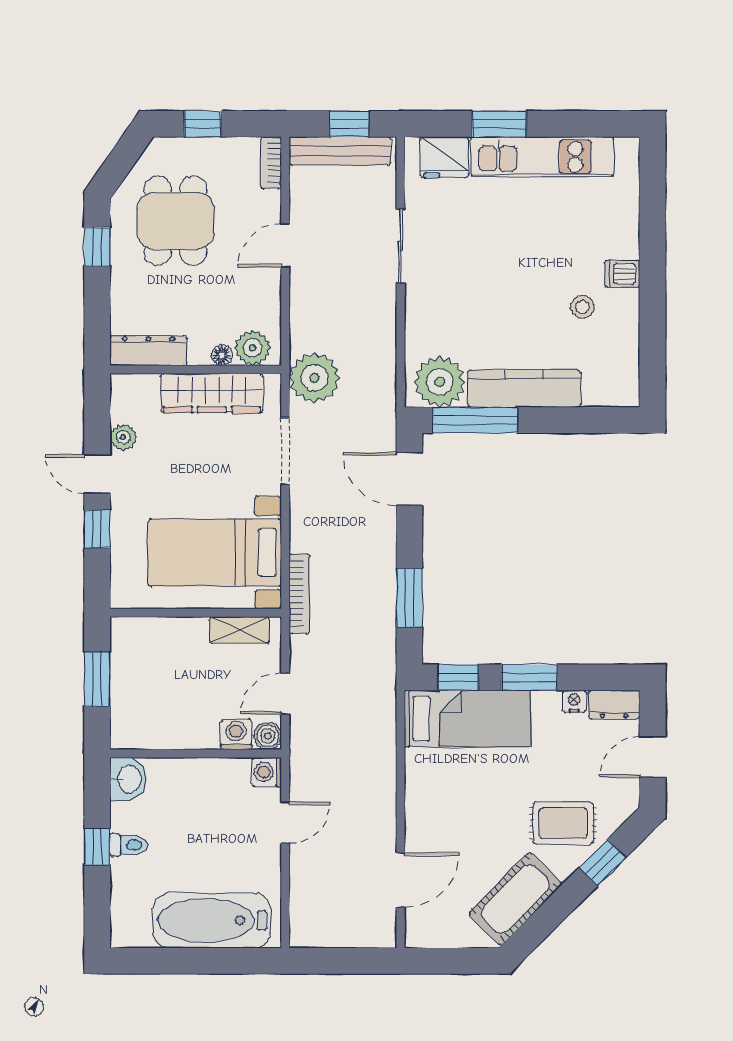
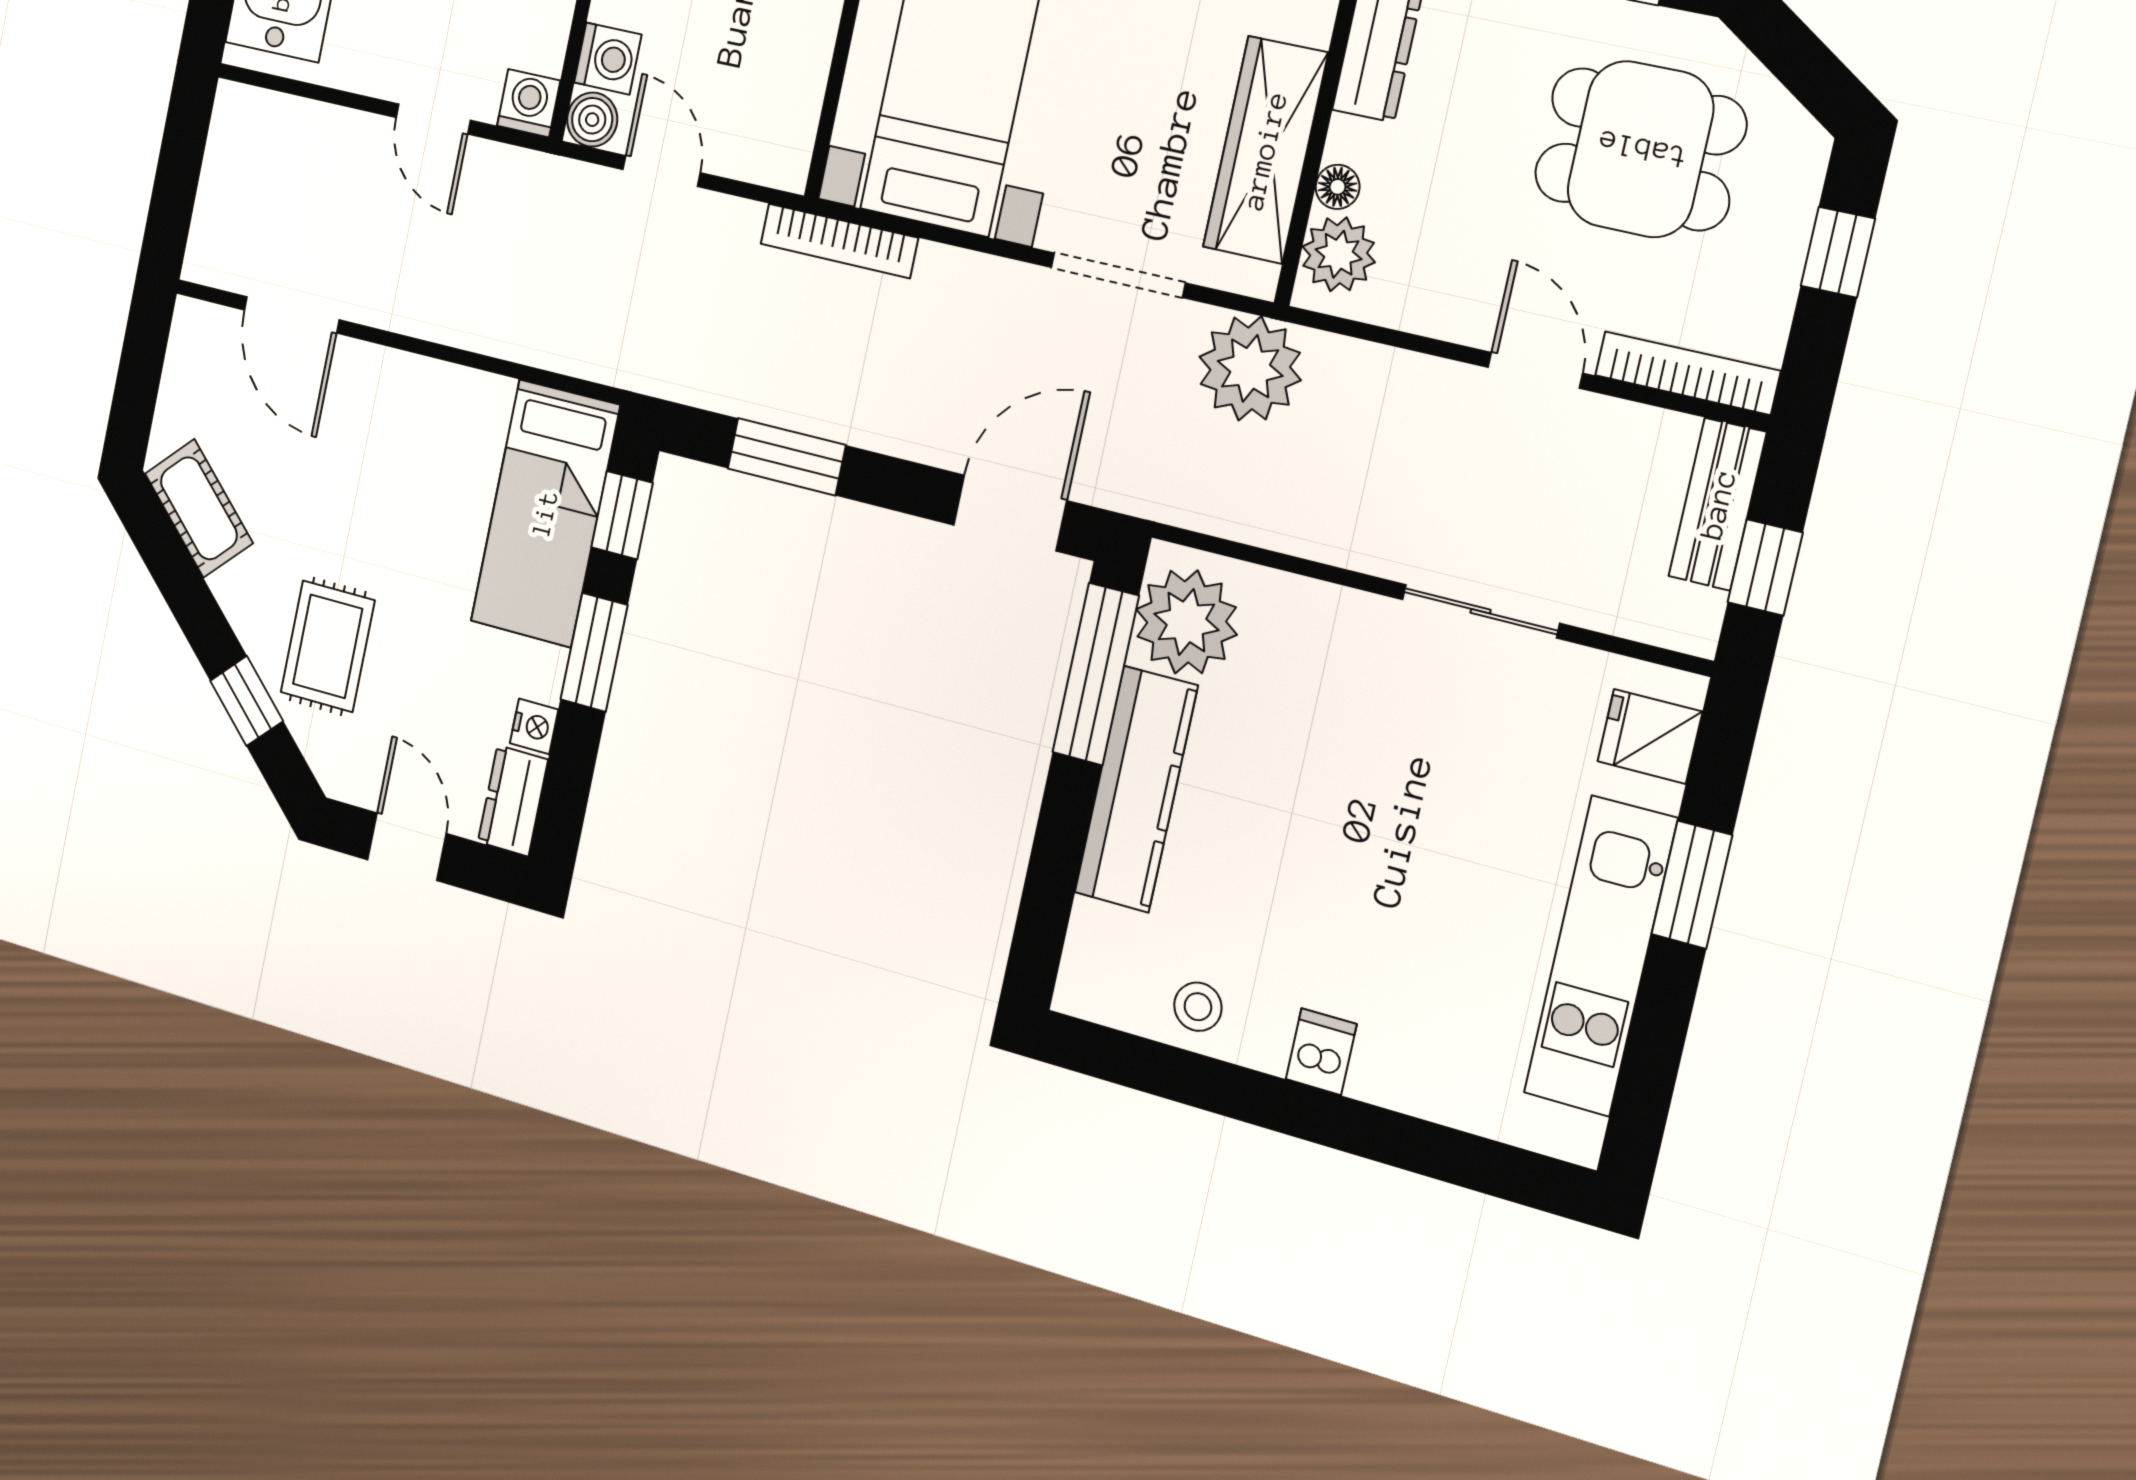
bench: (340, 151) -> (1718, 504), width x0.73
fridge: (444, 157) -> (1650, 736), width x0.72
bookcase: (271, 163) -> (1687, 373), width x1.56
stool: (582, 307) -> (1198, 1007), moved
shelving: (239, 630) -> (796, 107), removed
cot: (515, 899) -> (199, 508), width x0.73, depth x0.75

